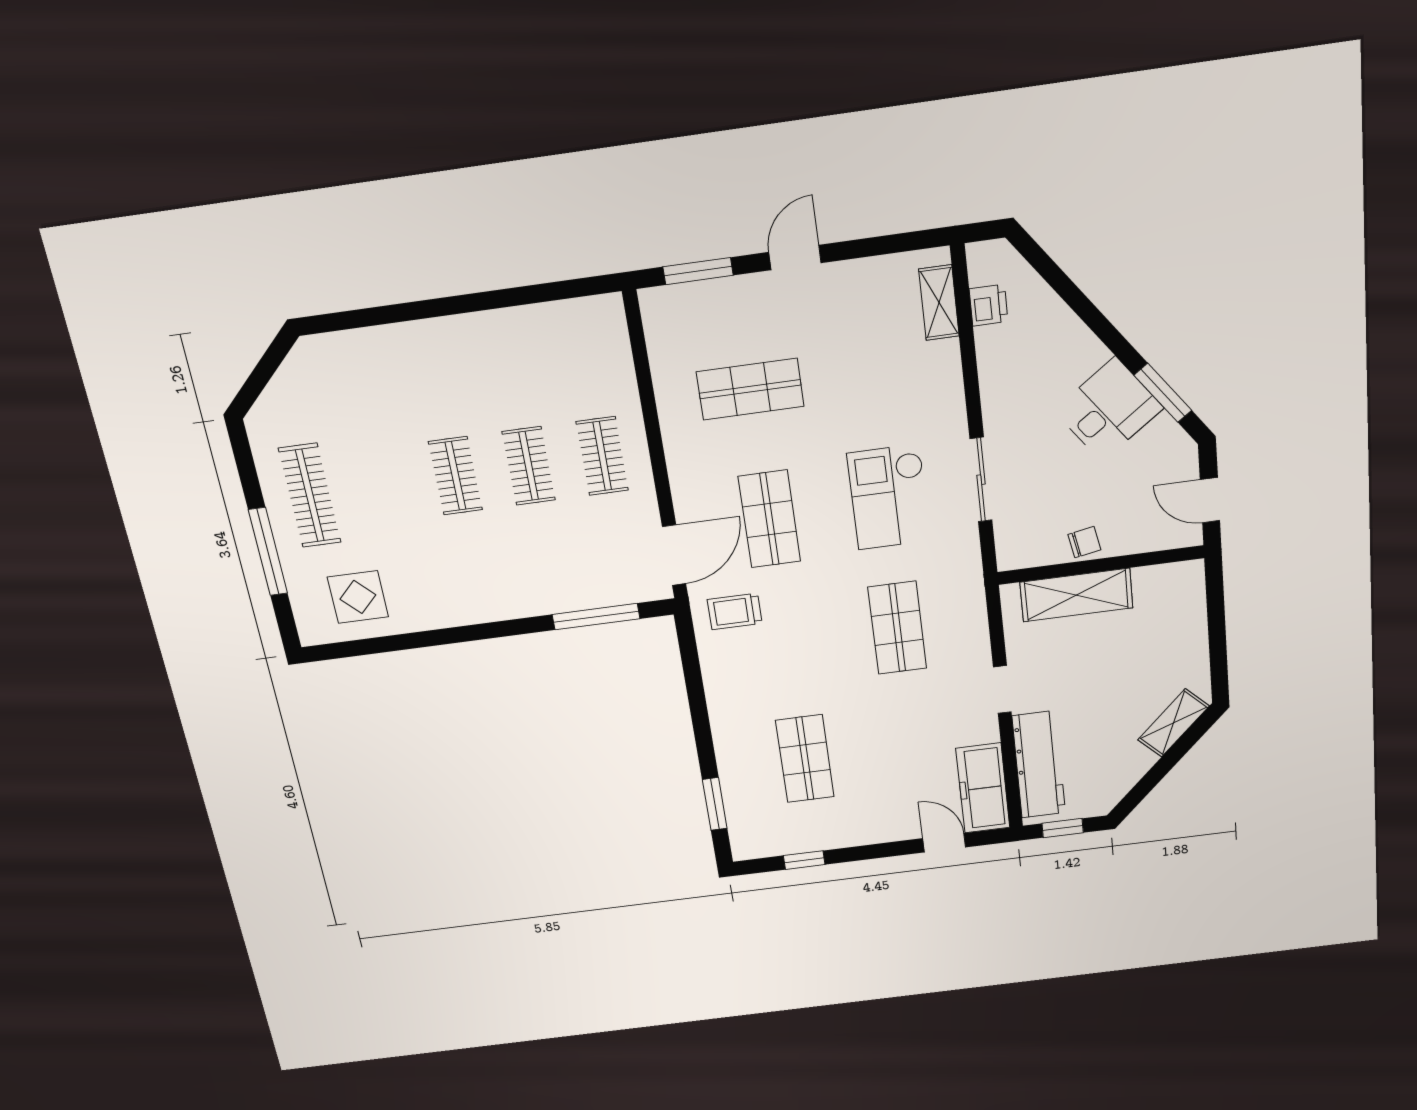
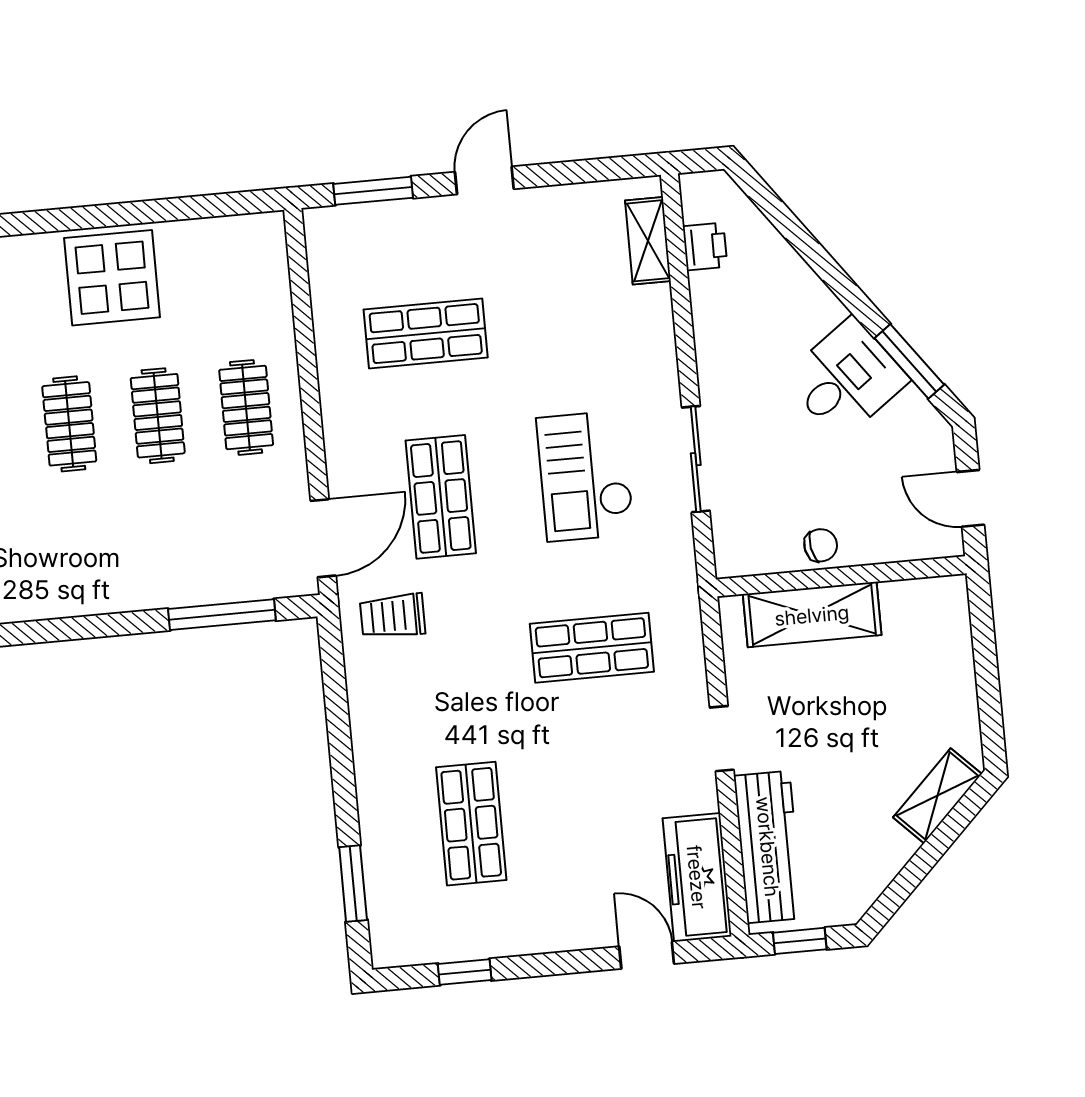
display table: (478, 355) -> (112, 278), added
shop shelf: (897, 628) -> (592, 648), turned 90

